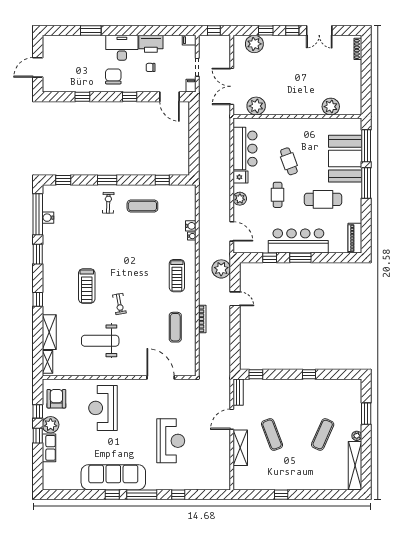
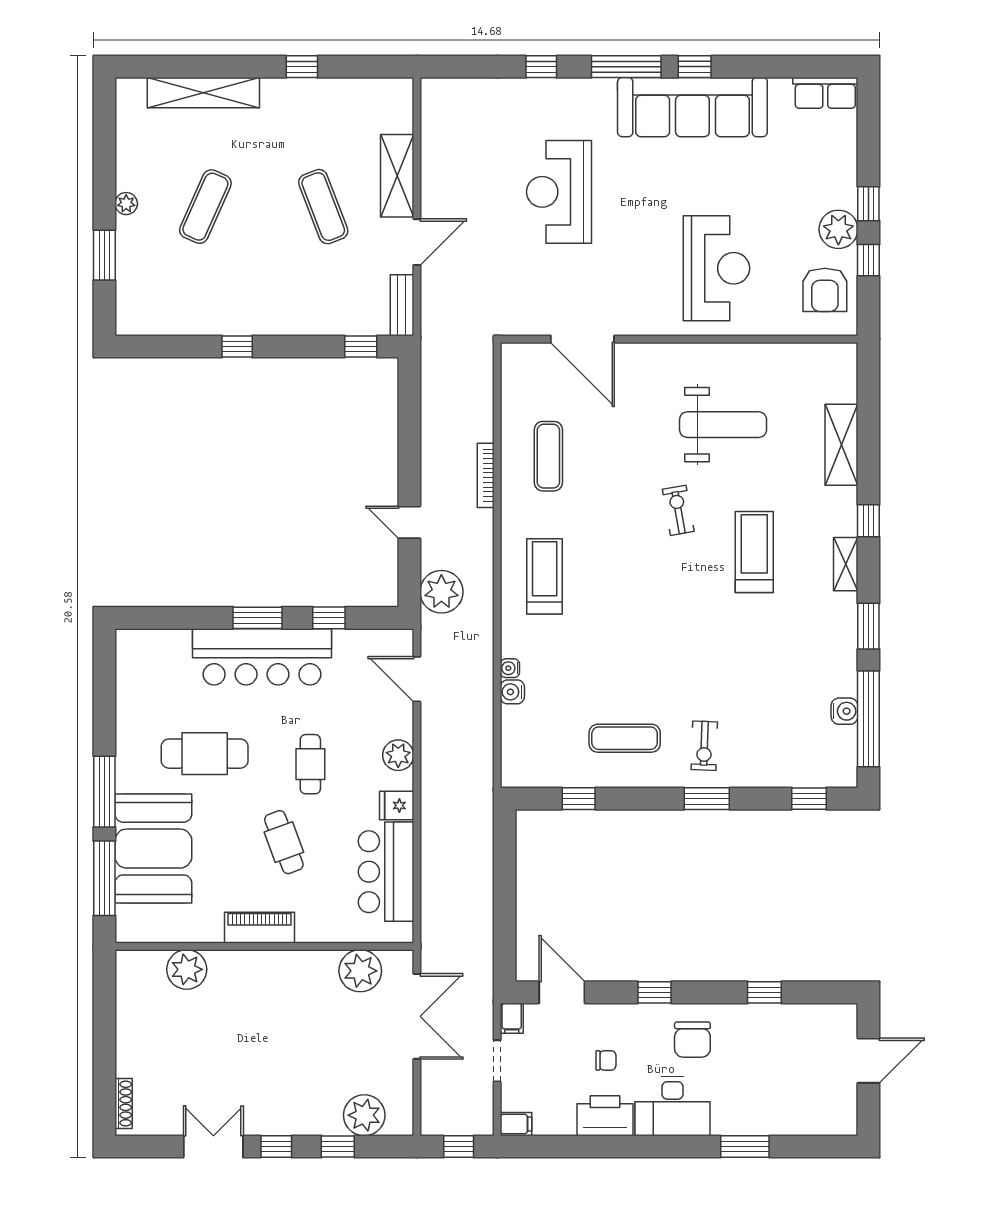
piano: (355, 238) -> (259, 928), moved, turned -90
shelving: (47, 362) -> (846, 564), moved
row of seats: (49, 448) -> (825, 93), moved, turned -90
shelving: (355, 466) -> (203, 93), moved, turned 90

